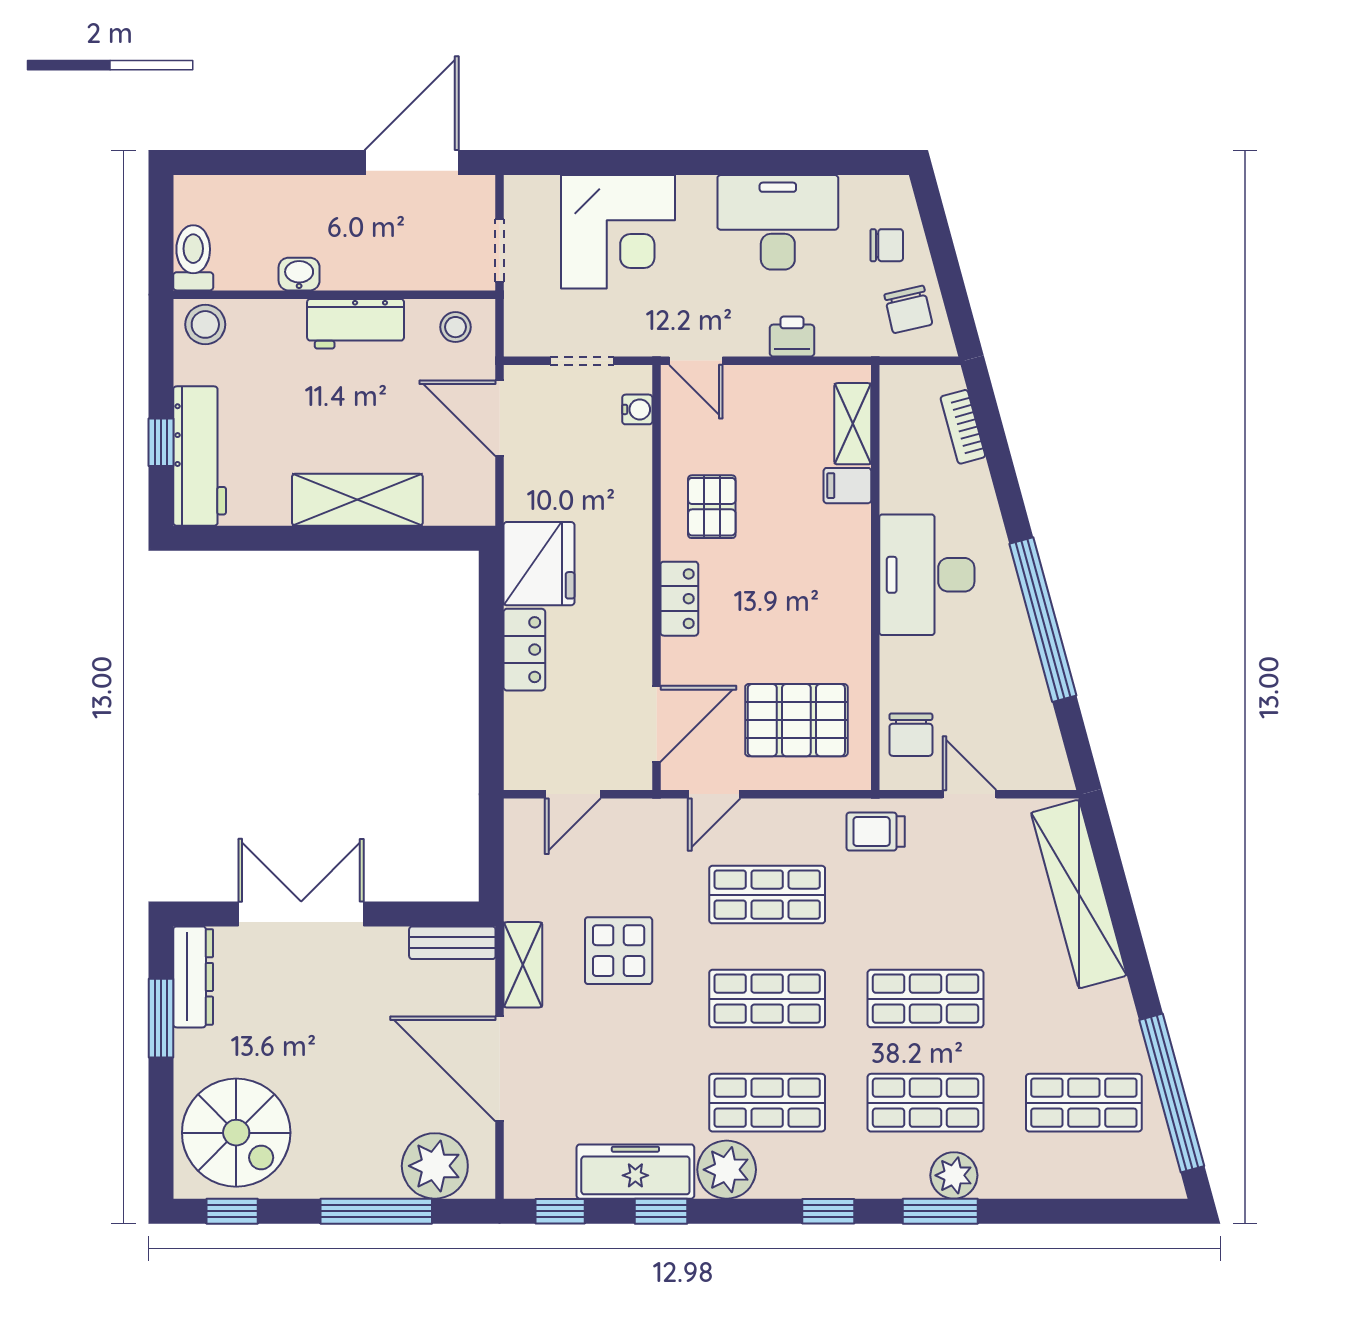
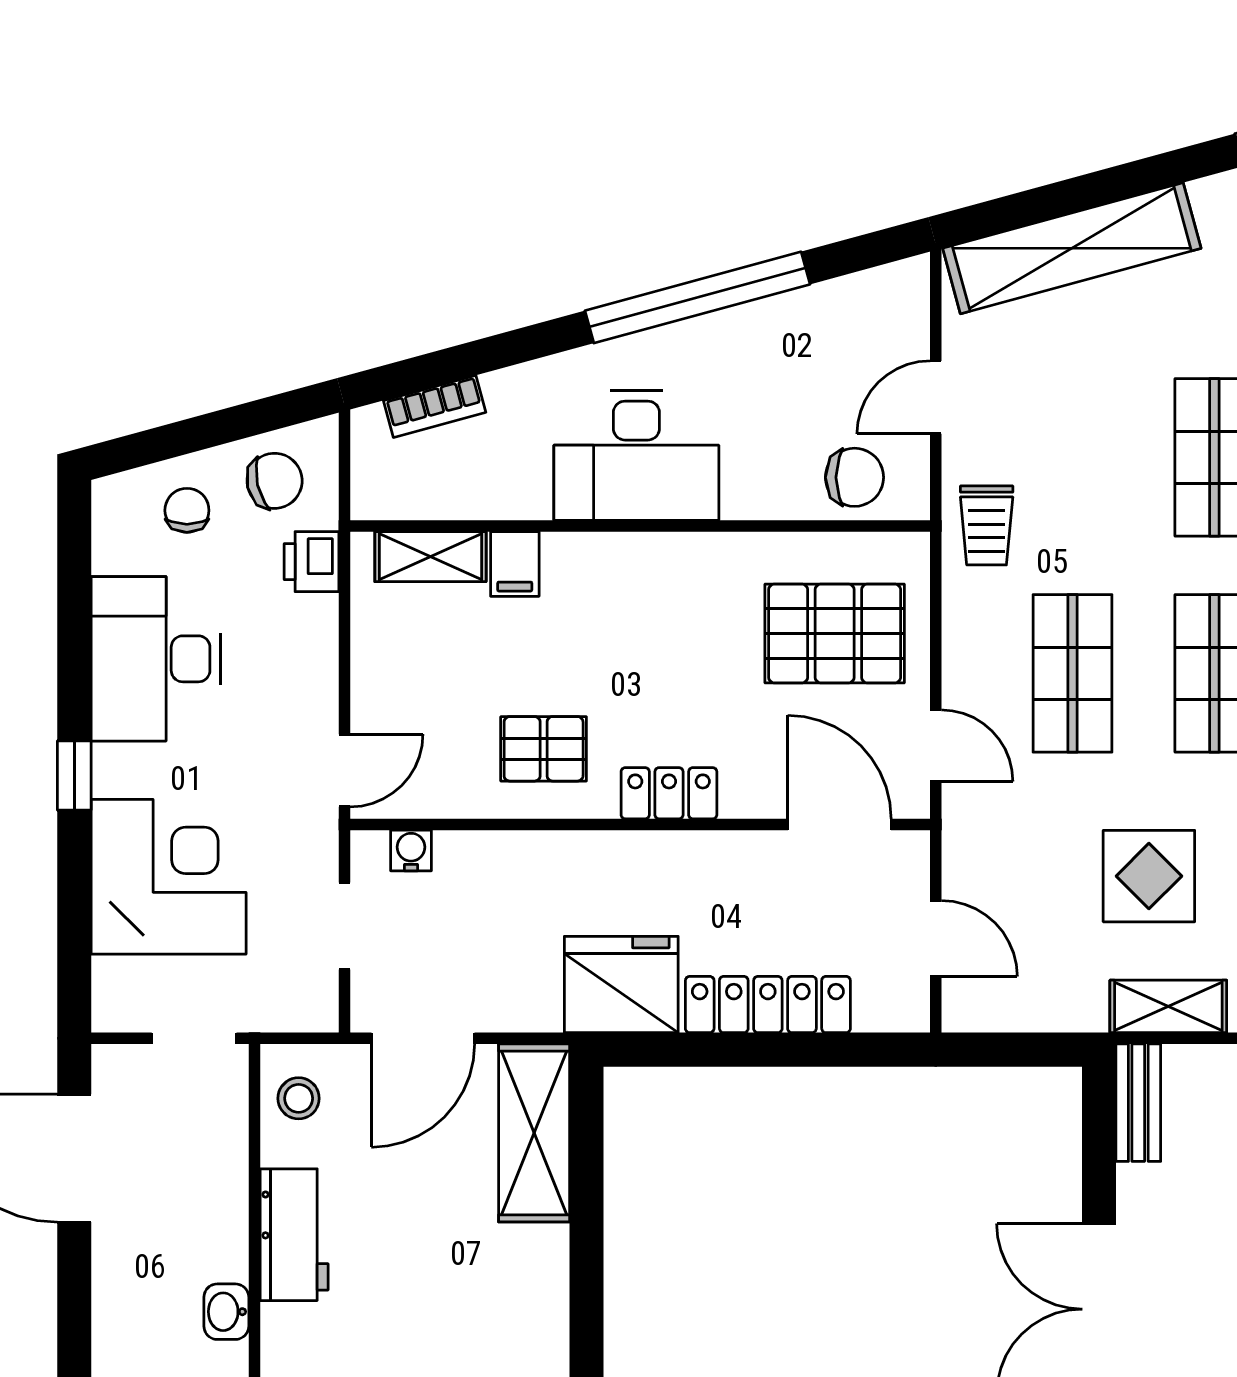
window: (692, 163) -> (74, 776), added
printer: (792, 337) -> (311, 562), moved
shelving: (357, 500) -> (534, 1133), moved
locker: (524, 650) -> (768, 1005), width x1.53
pallet: (796, 720) -> (835, 633), turned 90

